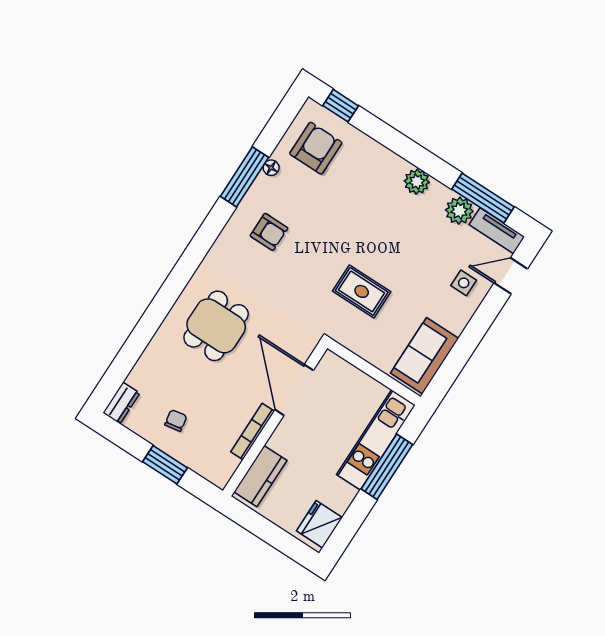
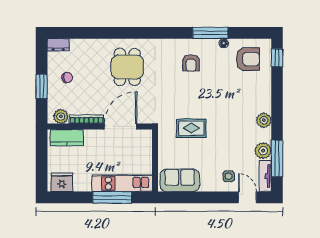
rug: (362, 291) -> (191, 128), turned 90
dining table: (216, 326) -> (127, 67), turned 90
plant: (225, 465) -> (61, 116), added

